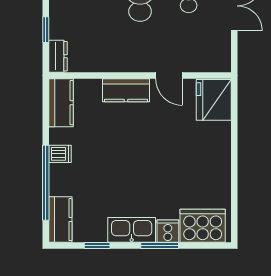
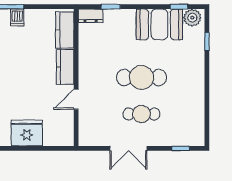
fridge: (214, 100) -> (27, 133), moved
kitchen counter: (61, 103) -> (65, 30), moved, turned 90

